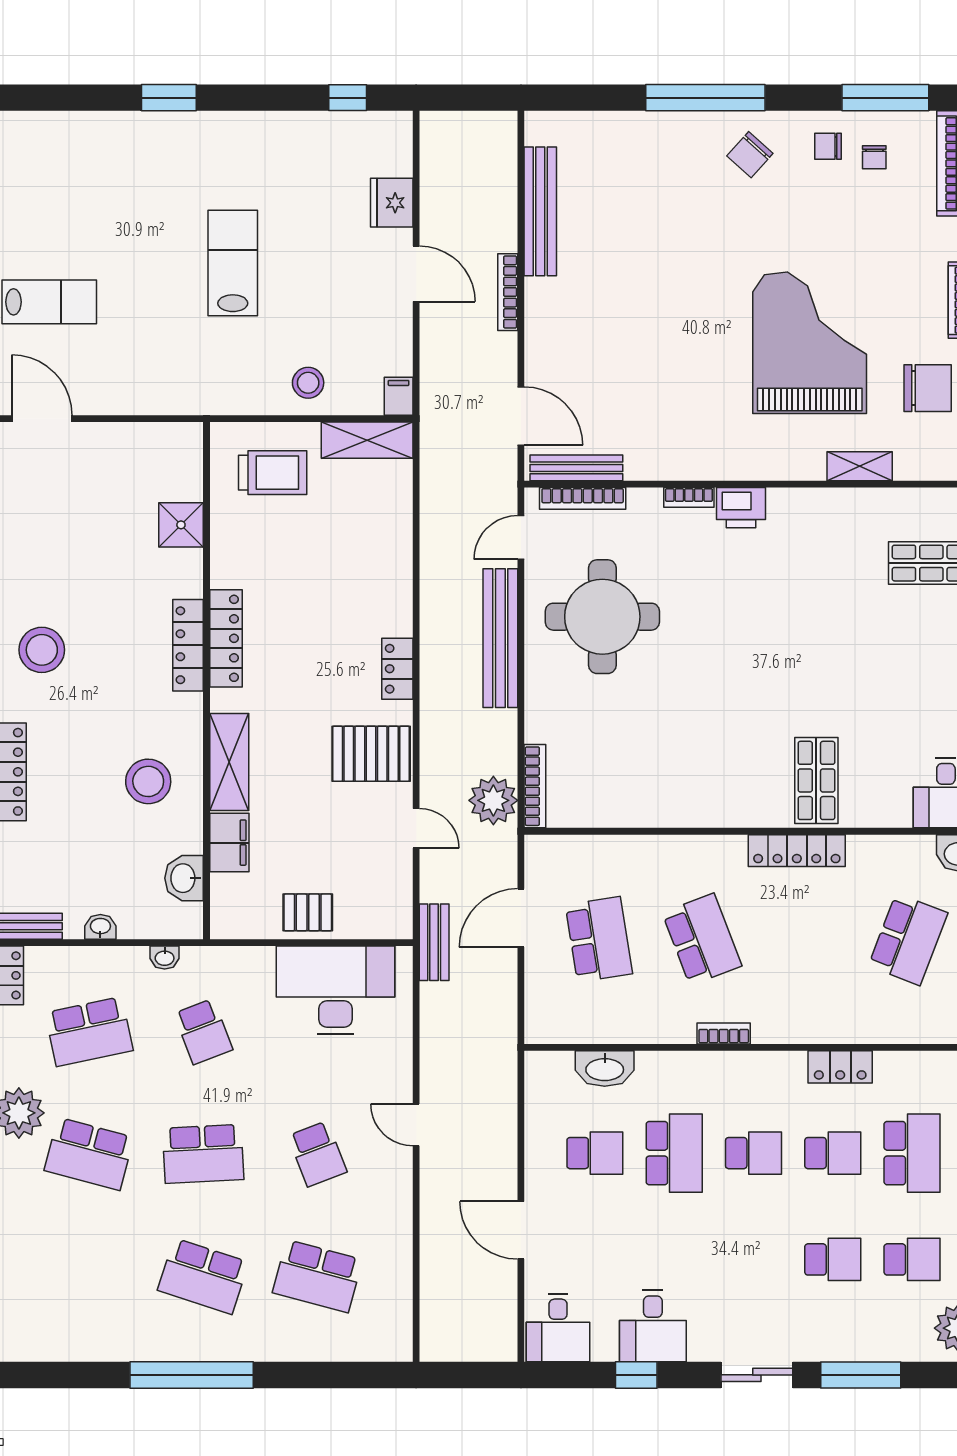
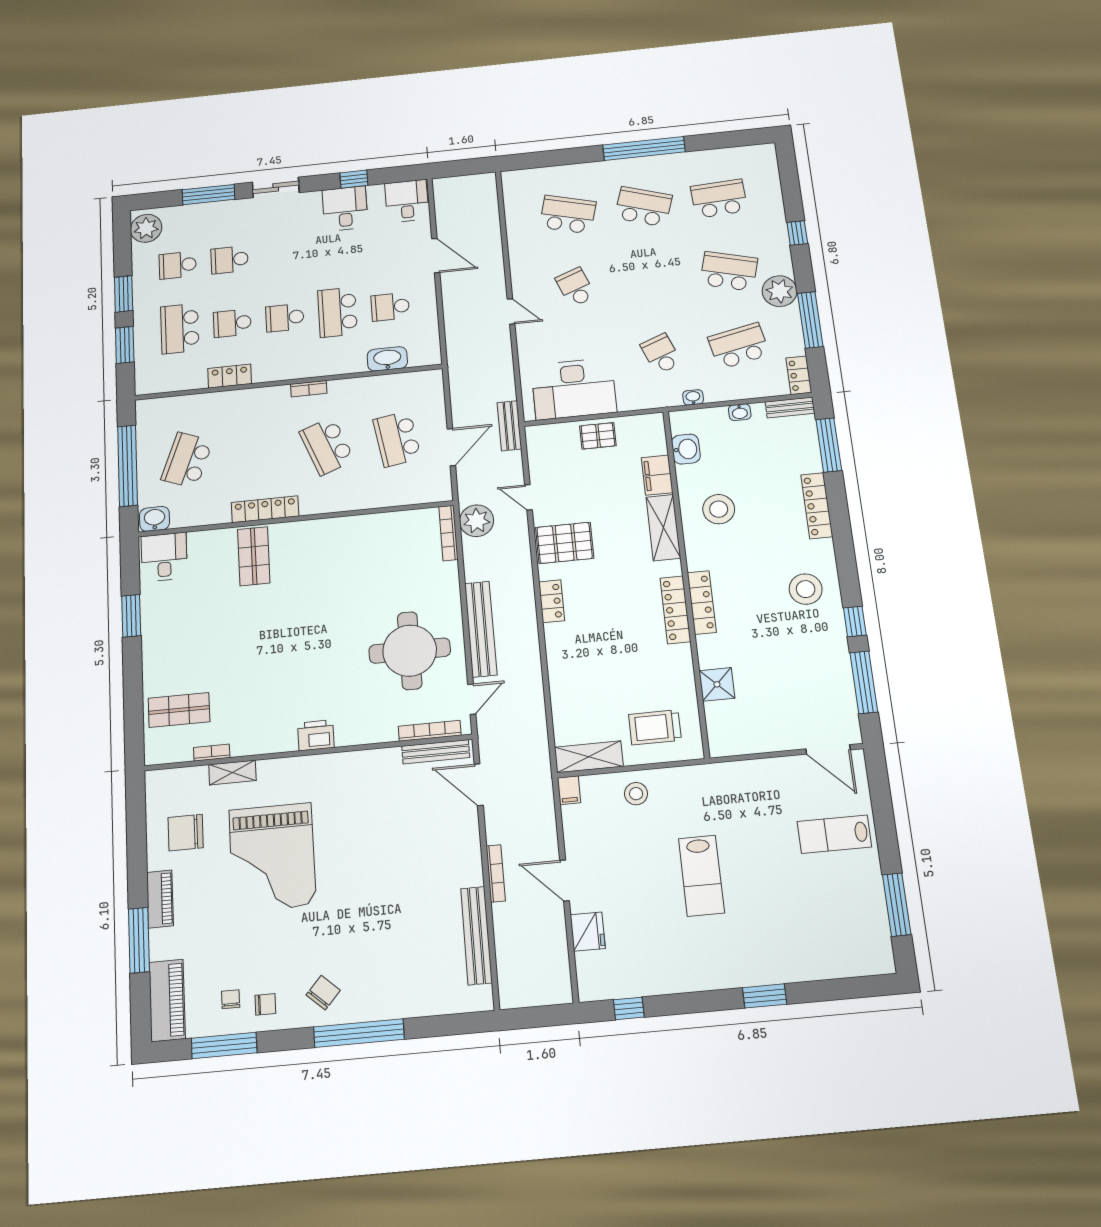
bookcase: (689, 497) -> (212, 753), moved
school desk: (203, 1154) -> (719, 199), moved

